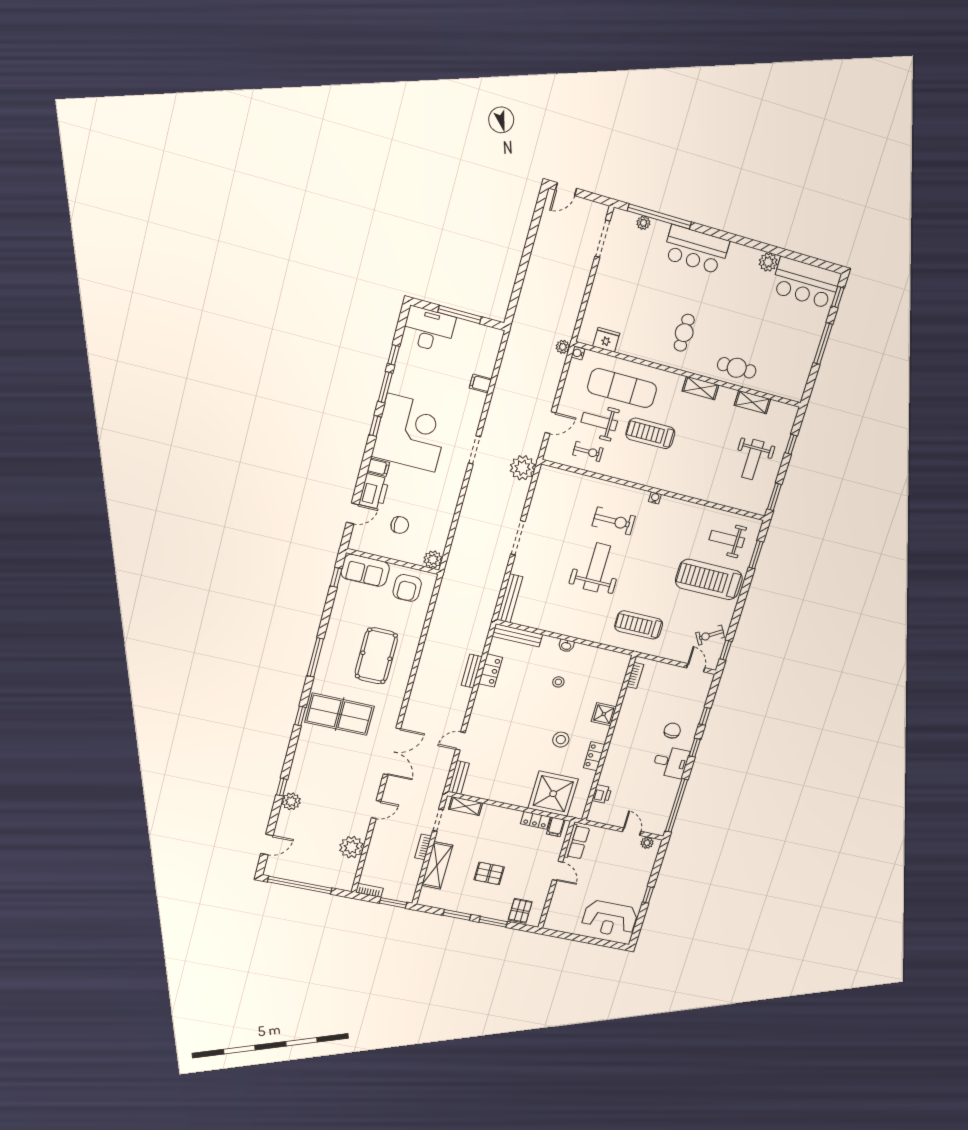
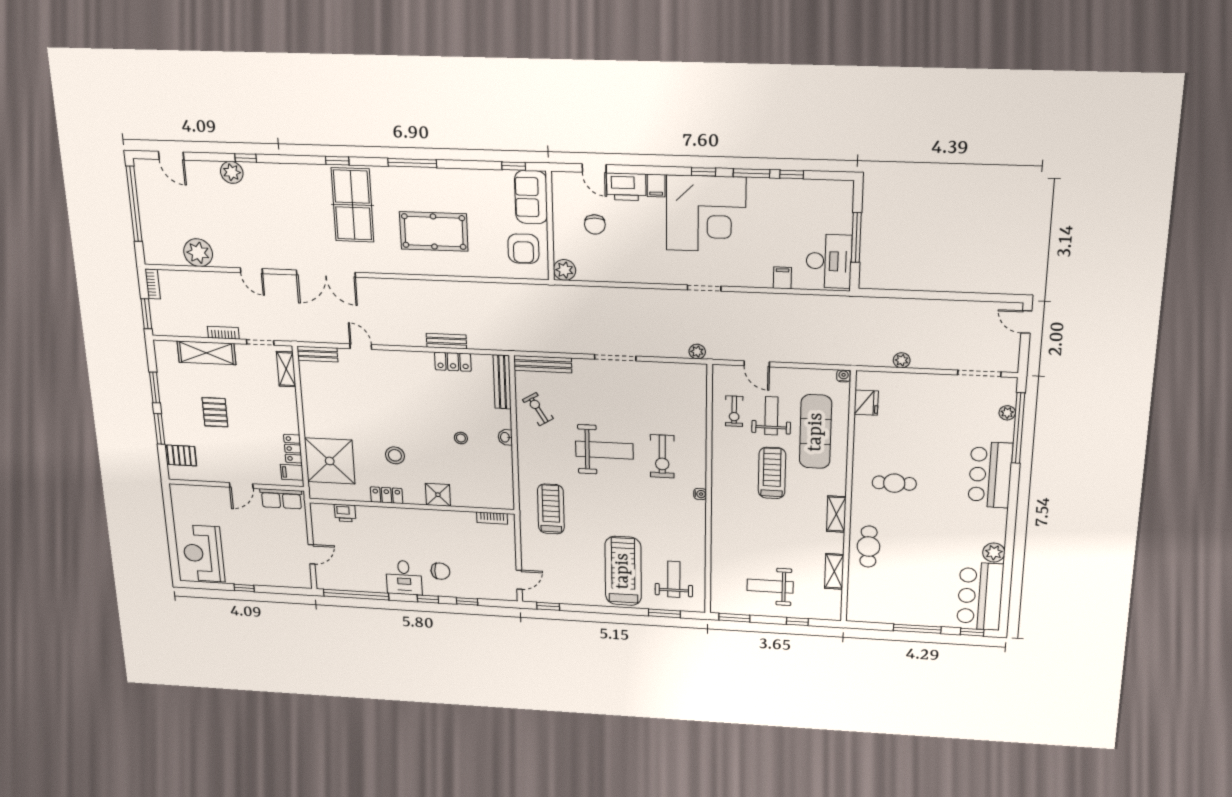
desk: (429, 329) -> (829, 261), moved
plant: (563, 347) -> (902, 360), moved
plant: (523, 468) -> (697, 352), width x0.53, depth x0.53
armchair: (407, 588) -> (523, 249), turned -90
exercise bike: (710, 635) -> (538, 409), moved
plant: (647, 843) -> (304, 573), removed

